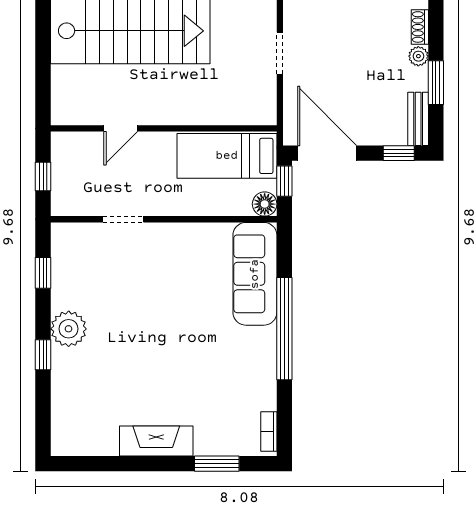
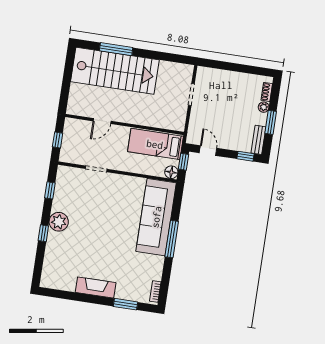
door: (327, 153) -> (208, 151), width x0.53
sofa: (255, 274) -> (156, 217), width x1.36, depth x1.27
window: (284, 329) -> (172, 239), width x0.68

